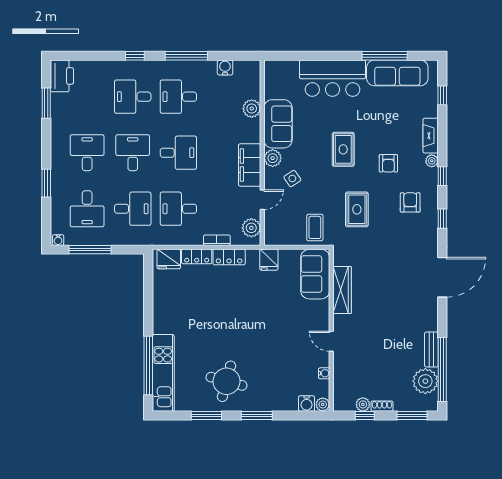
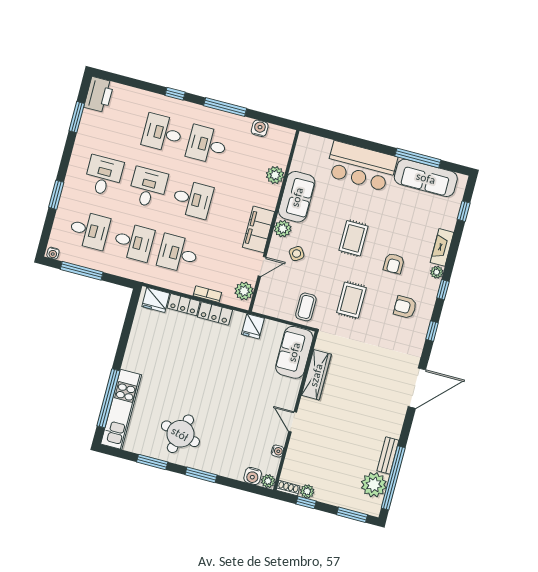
armchair: (410, 202) -> (405, 307), turned -90
desk: (87, 209) -> (89, 230), turned -90
shoe rack: (382, 406) -> (288, 488), moved

